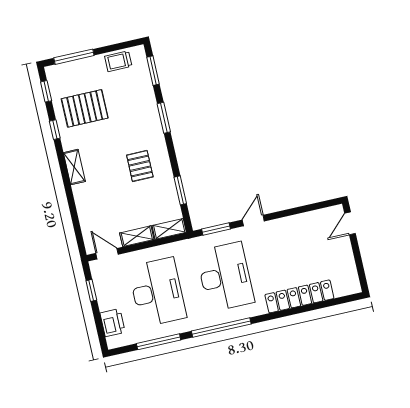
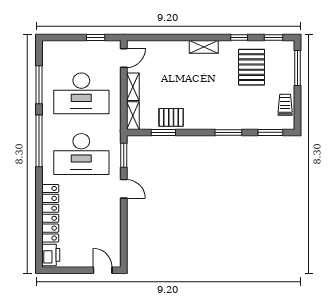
pallet: (140, 166) -> (171, 117), moved
printer: (113, 323) -> (51, 255), moved, turned -90

